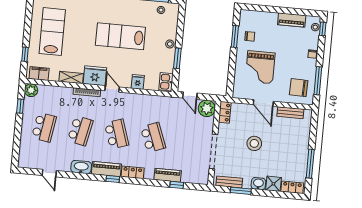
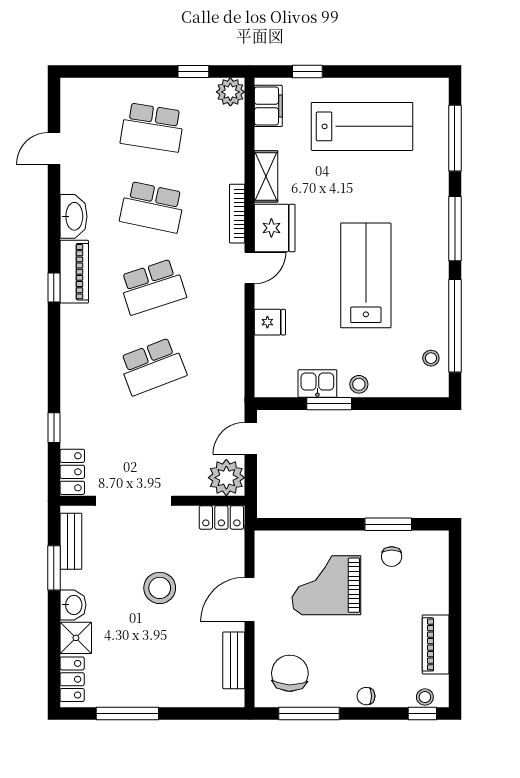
kitchen sink: (166, 82) -> (317, 384), moved
locker: (133, 172) -> (72, 472), moved
piano: (168, 175) -> (73, 406), removed

